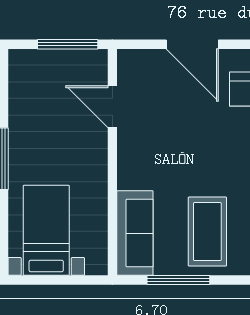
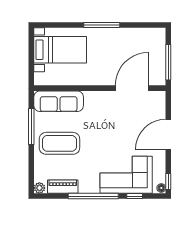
door: (112, 107) -> (132, 88), width x1.36

